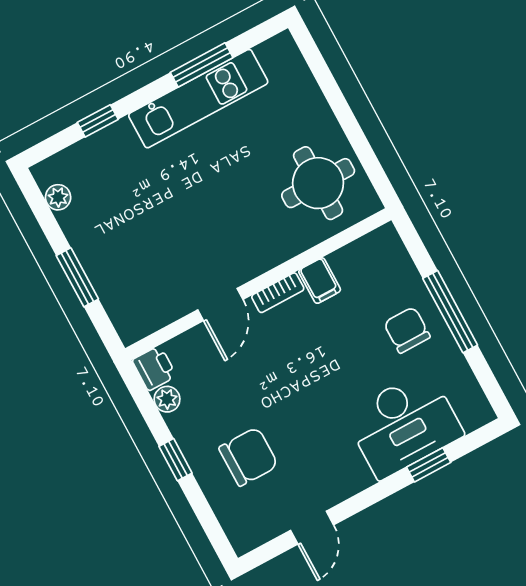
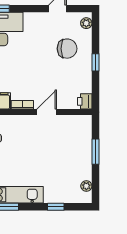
plant: (167, 399) -> (86, 23), moved
chair: (249, 457) -> (67, 49), turned 180

